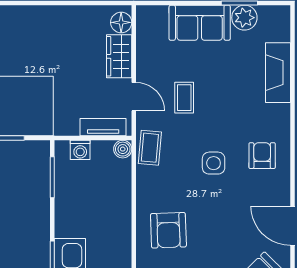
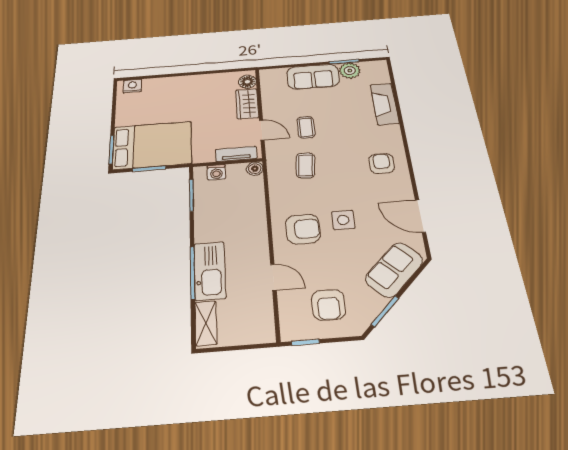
coffee table: (150, 148) -> (305, 165), moved
side table: (214, 163) -> (343, 220), moved
armchair: (168, 230) -> (303, 229), turned -88

